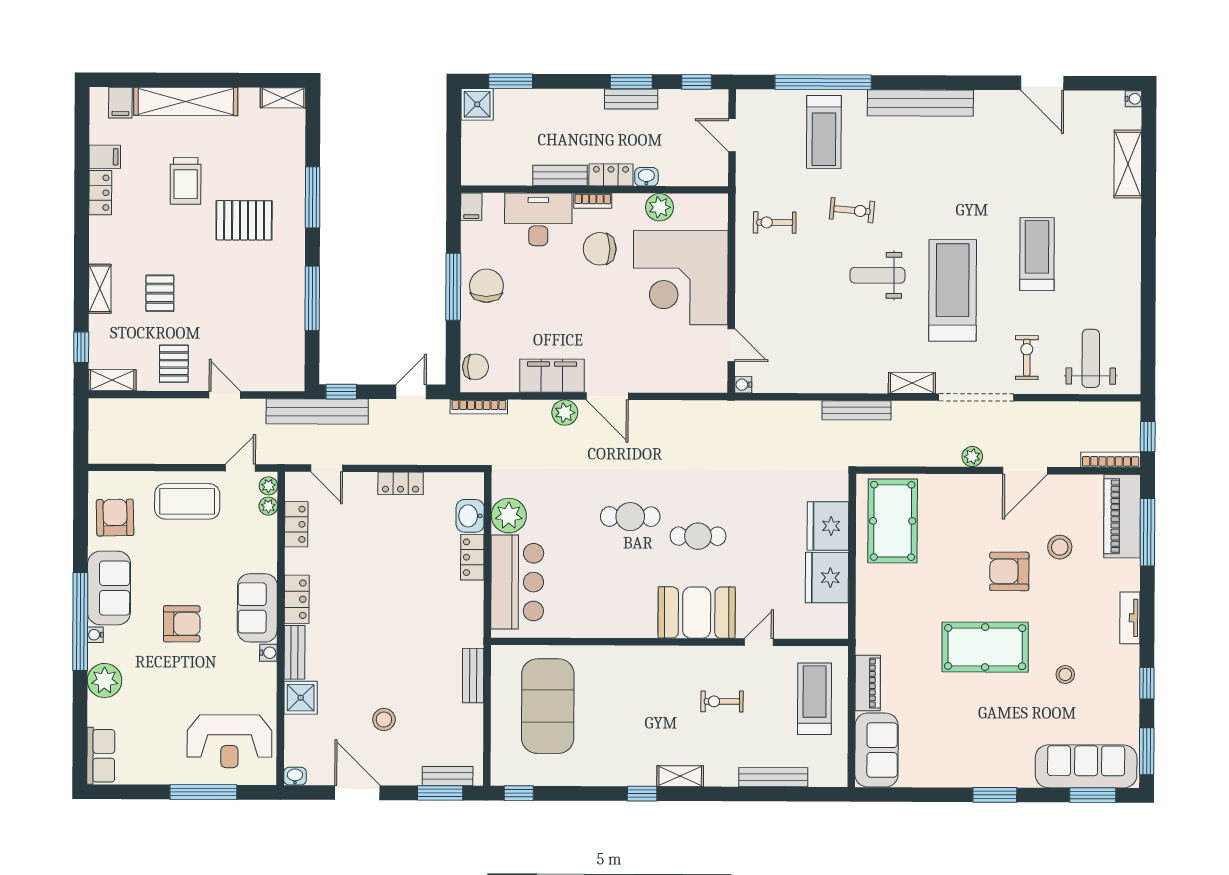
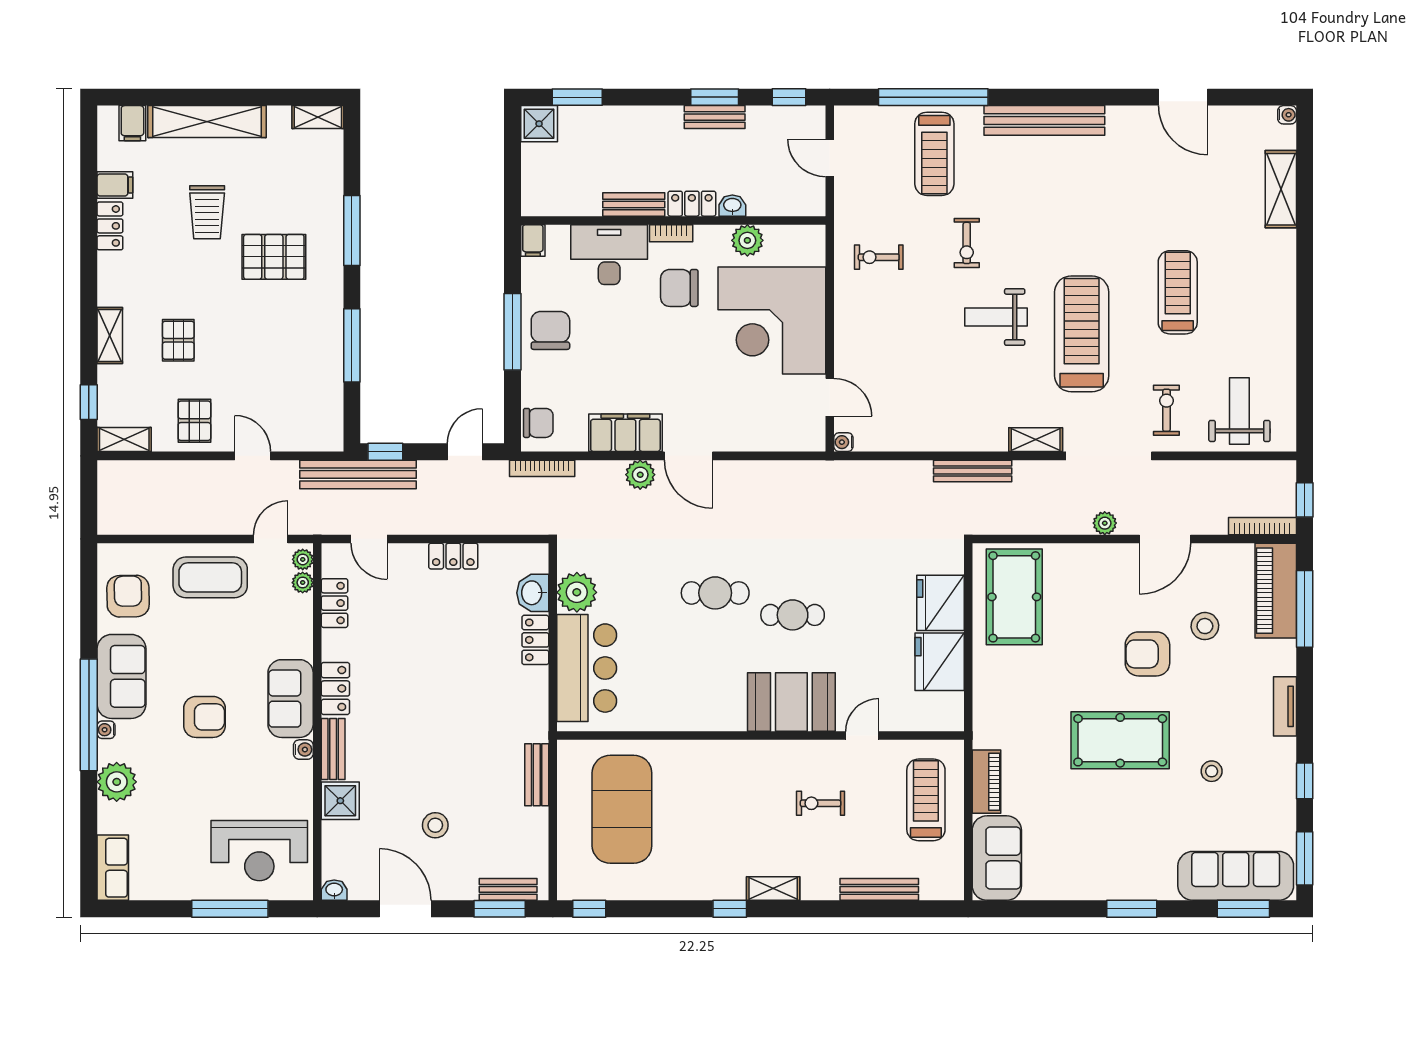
exercise bike: (852, 210) -> (967, 243), turned 85

